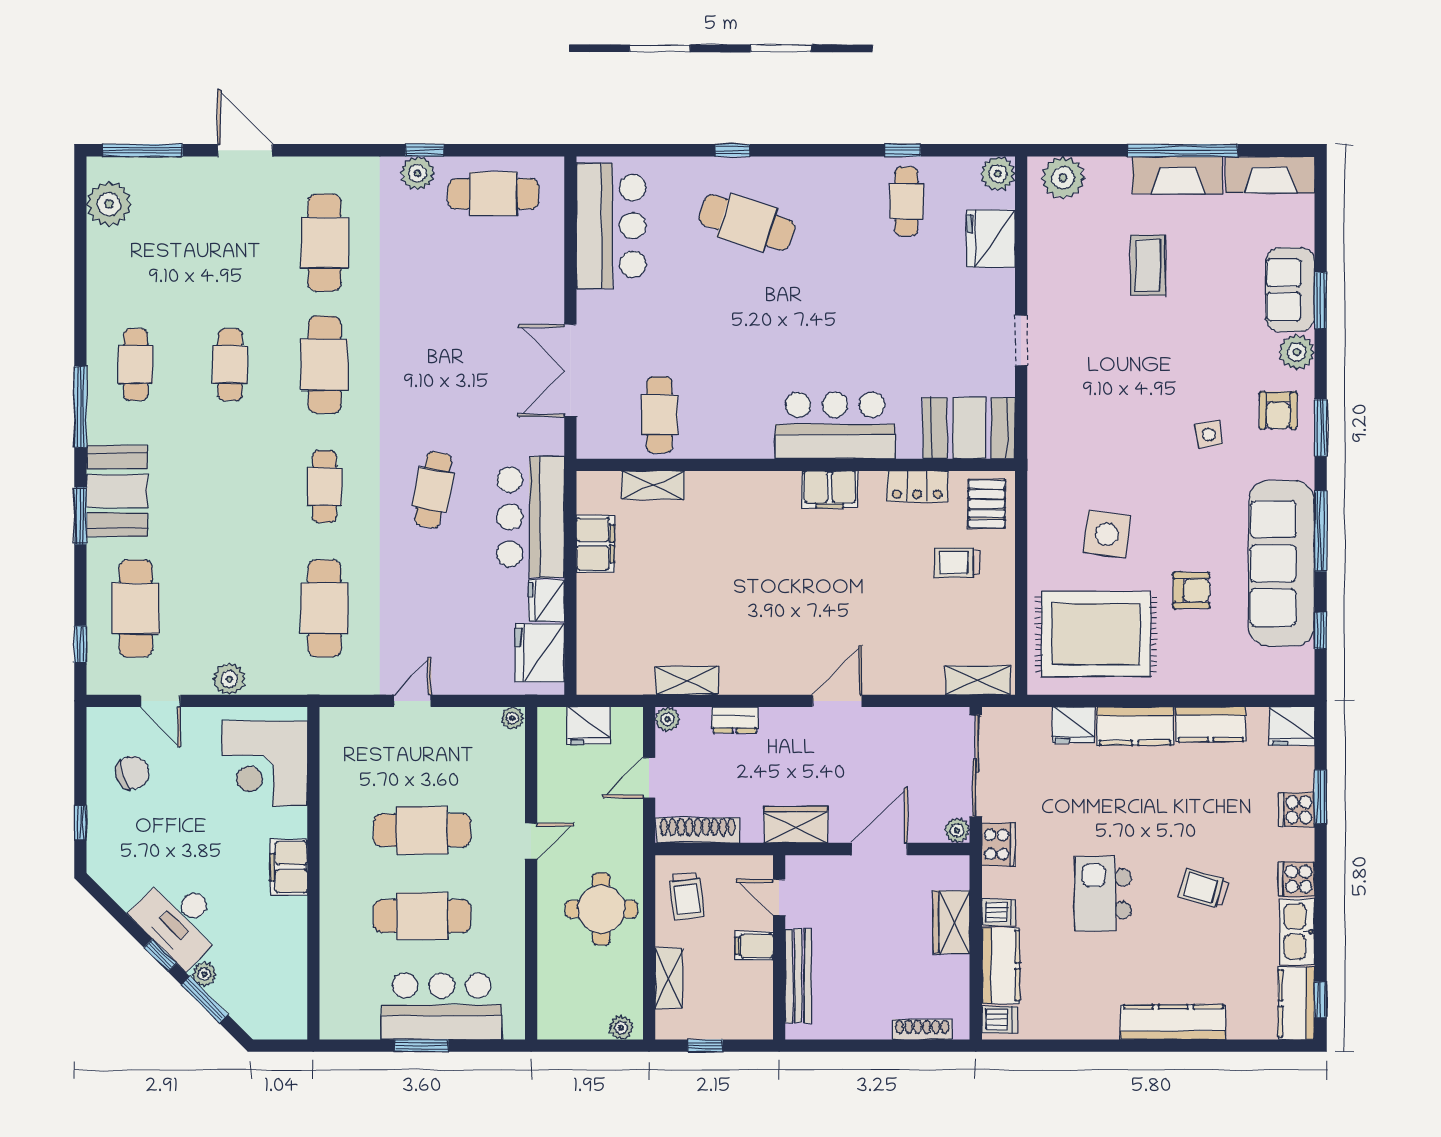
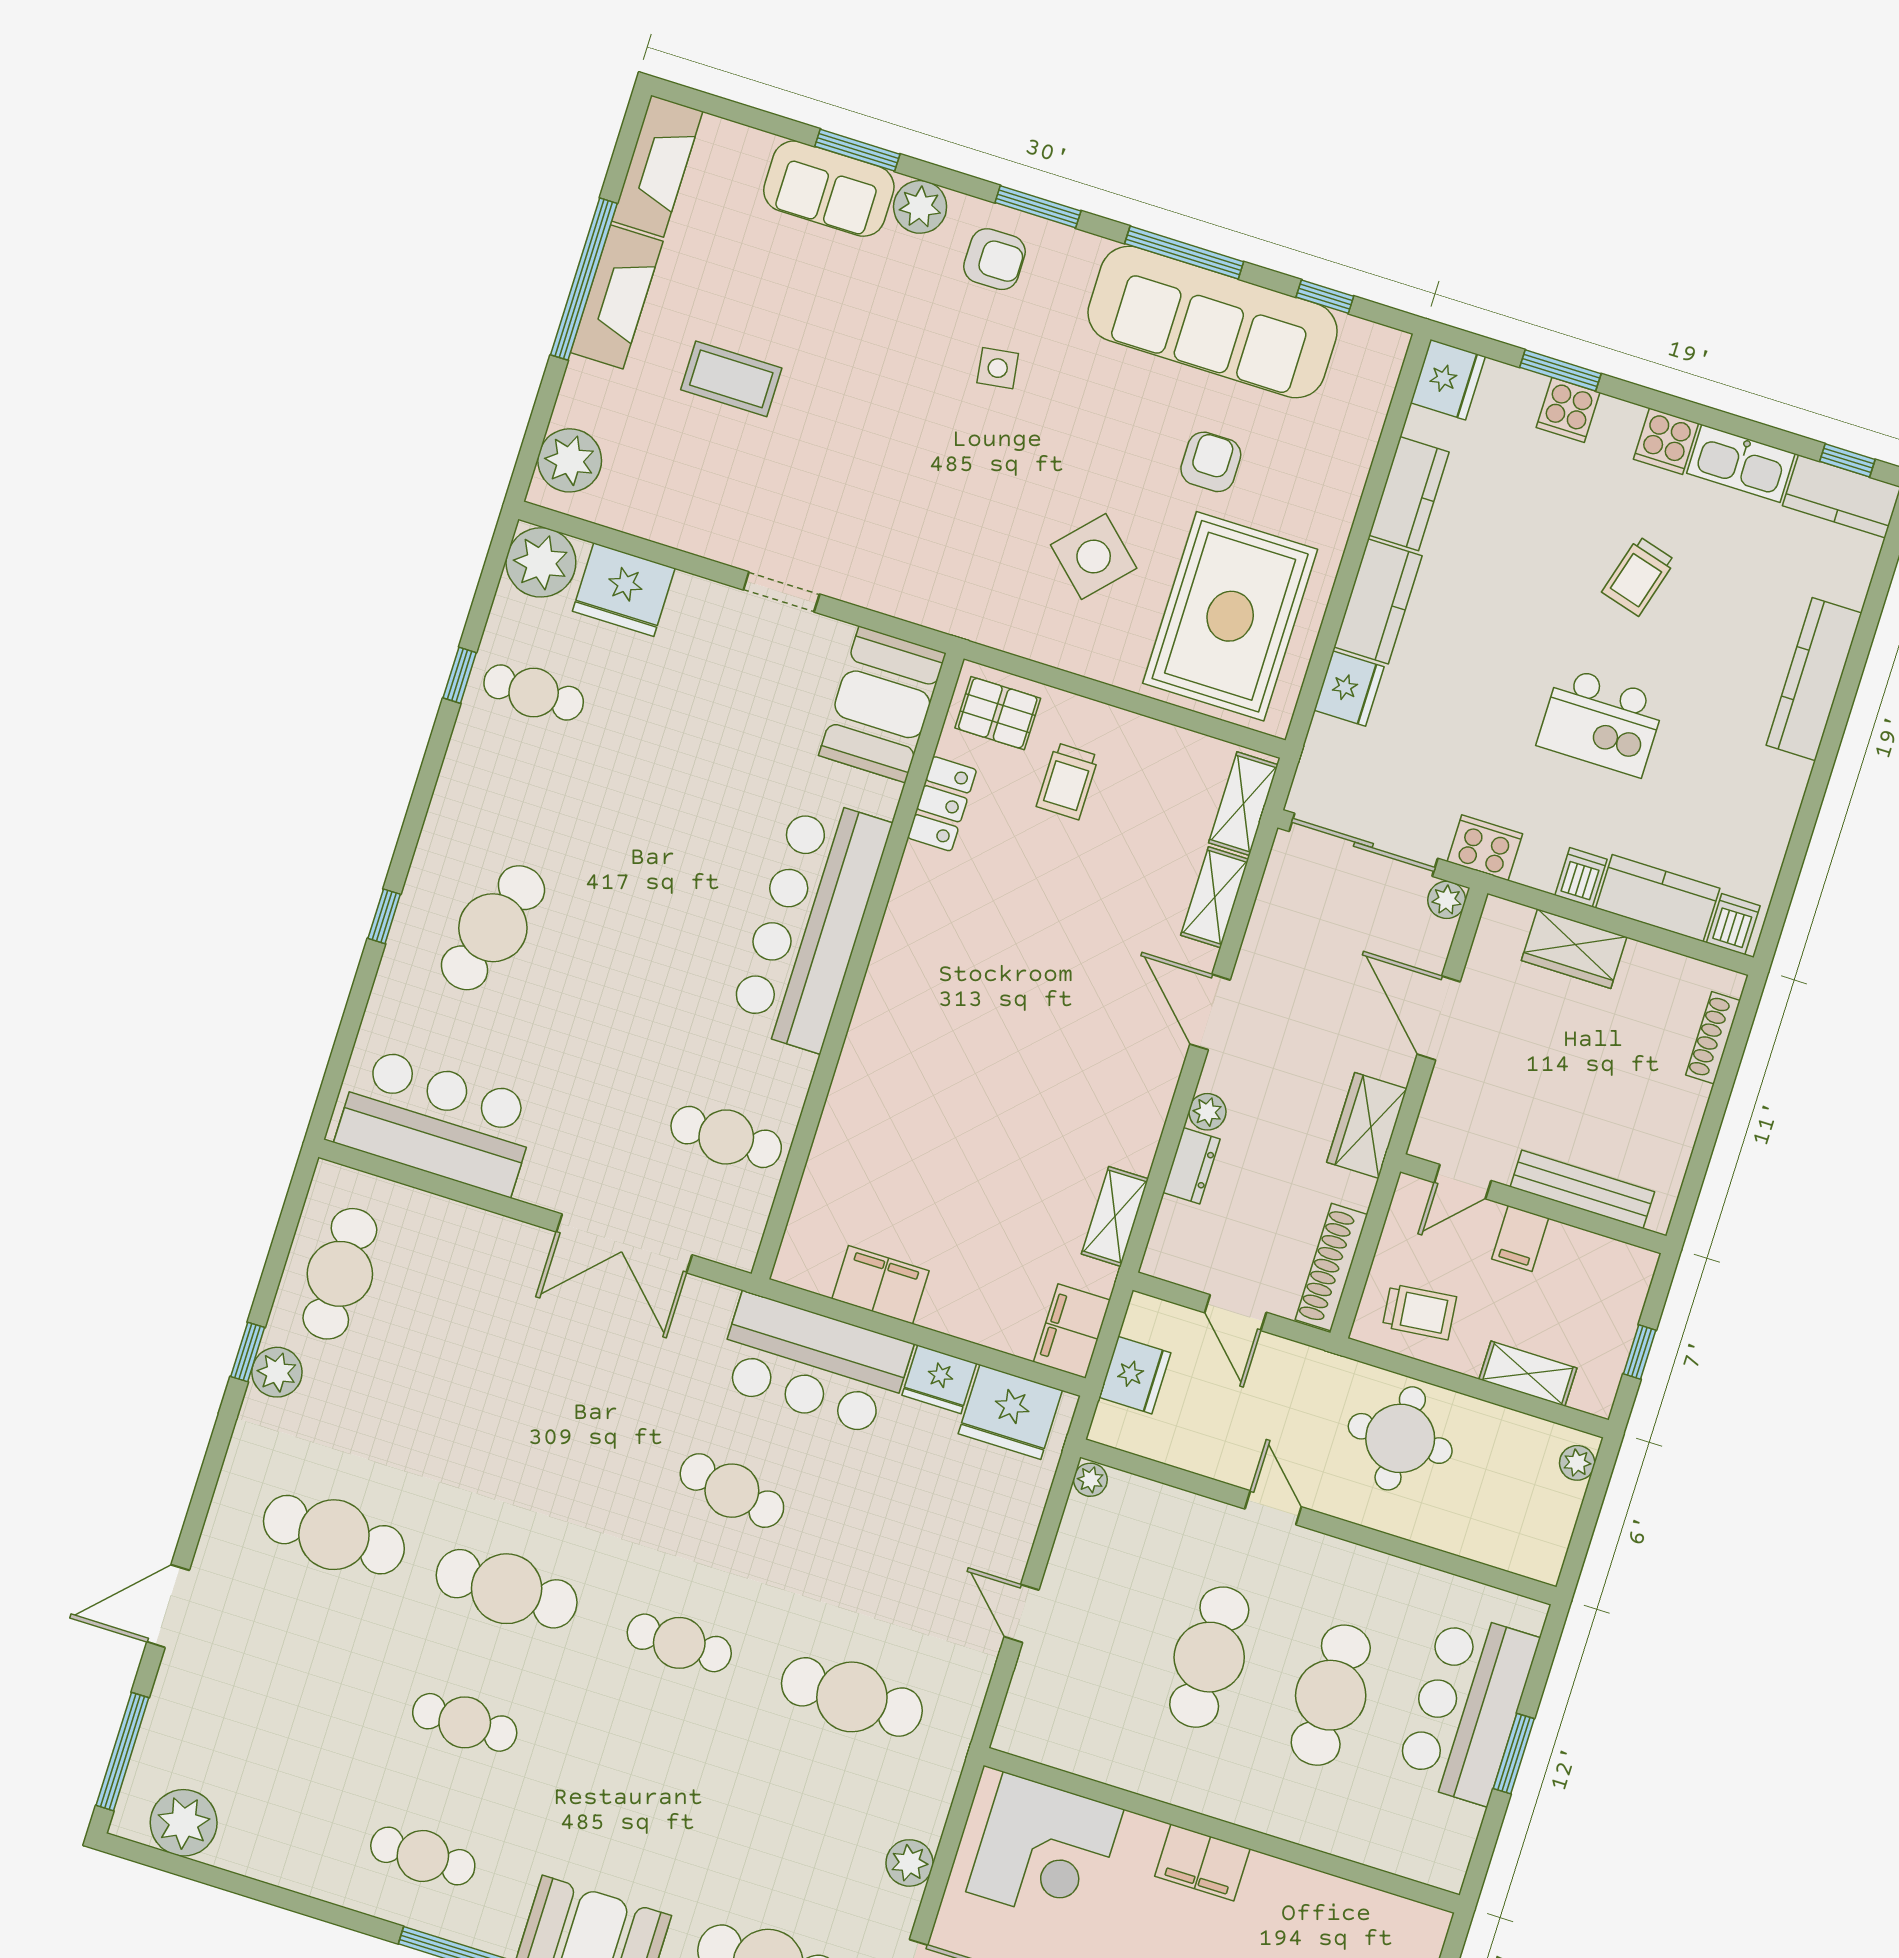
plant: (998, 174) -> (541, 562), width x1.36, depth x1.36
bar counter: (835, 425) -> (810, 924), width x1.36
shelving: (653, 485) -> (1215, 897), moved
filing cabinet: (830, 489) -> (1072, 1331), moved, turned 180
side table: (1107, 534) -> (1094, 557), turned 36
plant: (667, 719) -> (1207, 1112), moved

